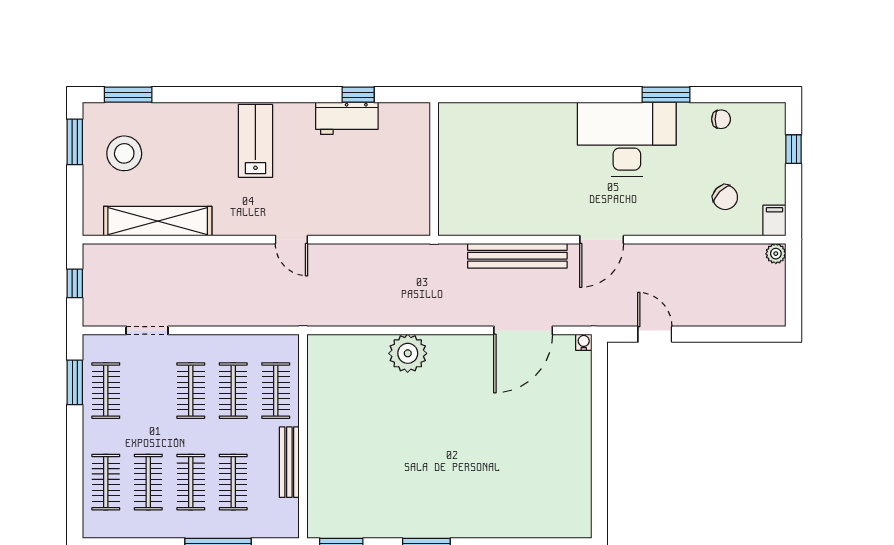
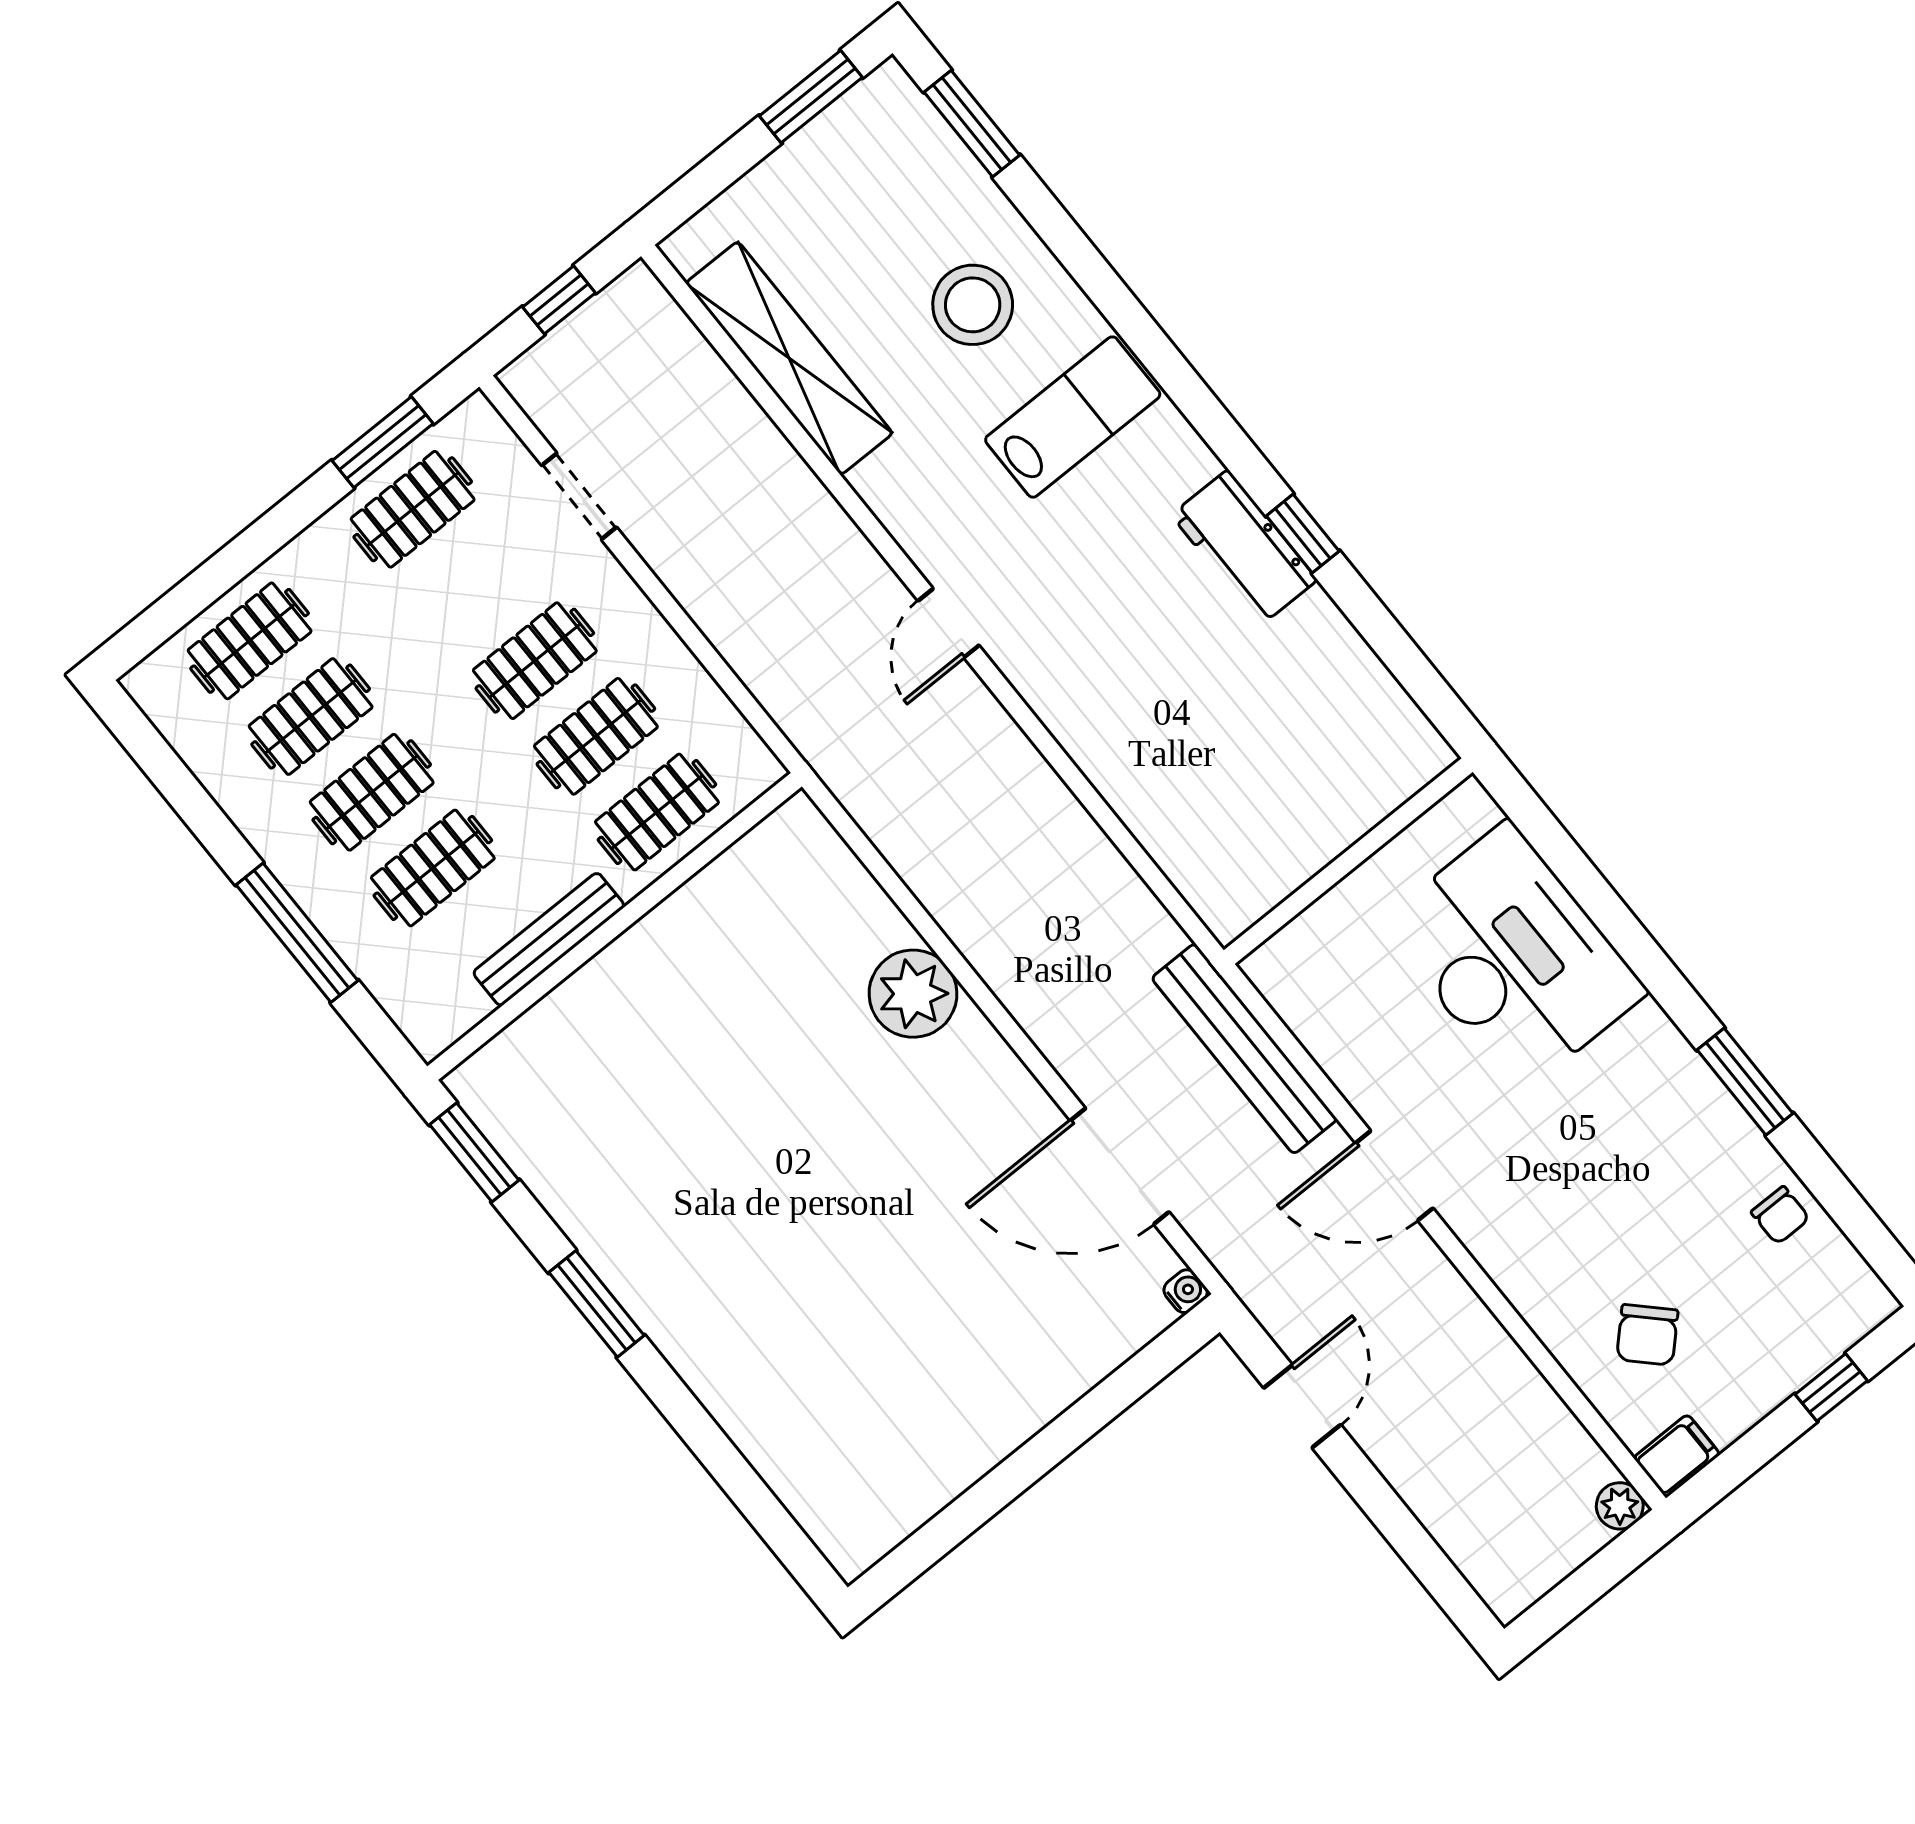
desk: (627, 139) -> (1514, 957), moved
stool: (124, 153) -> (973, 305), moved
wall: (434, 169) -> (1348, 861), moved

